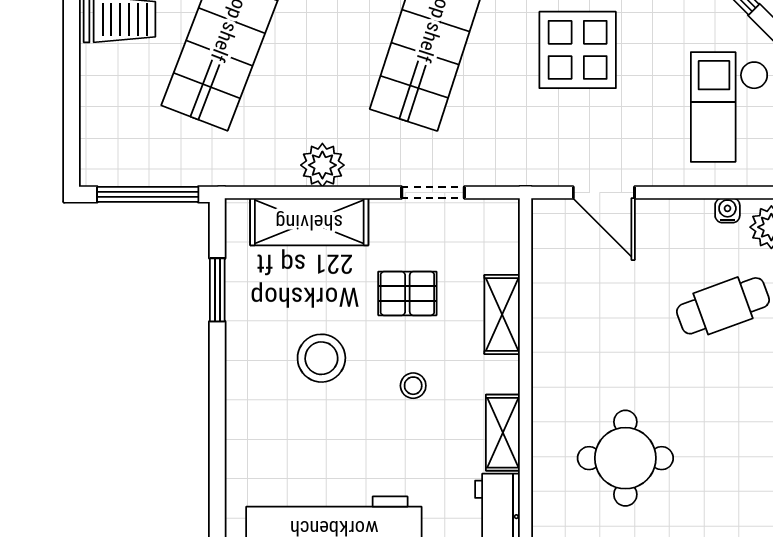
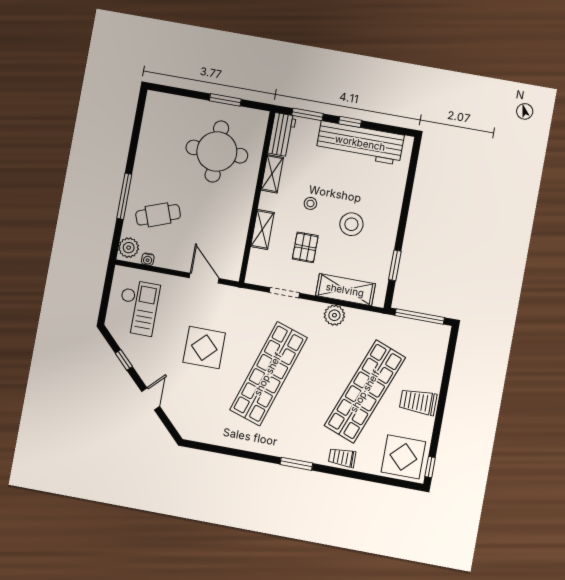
pallet: (407, 293) -> (305, 247), turned 90
round table: (625, 458) -> (217, 152), width x1.36, depth x1.36

